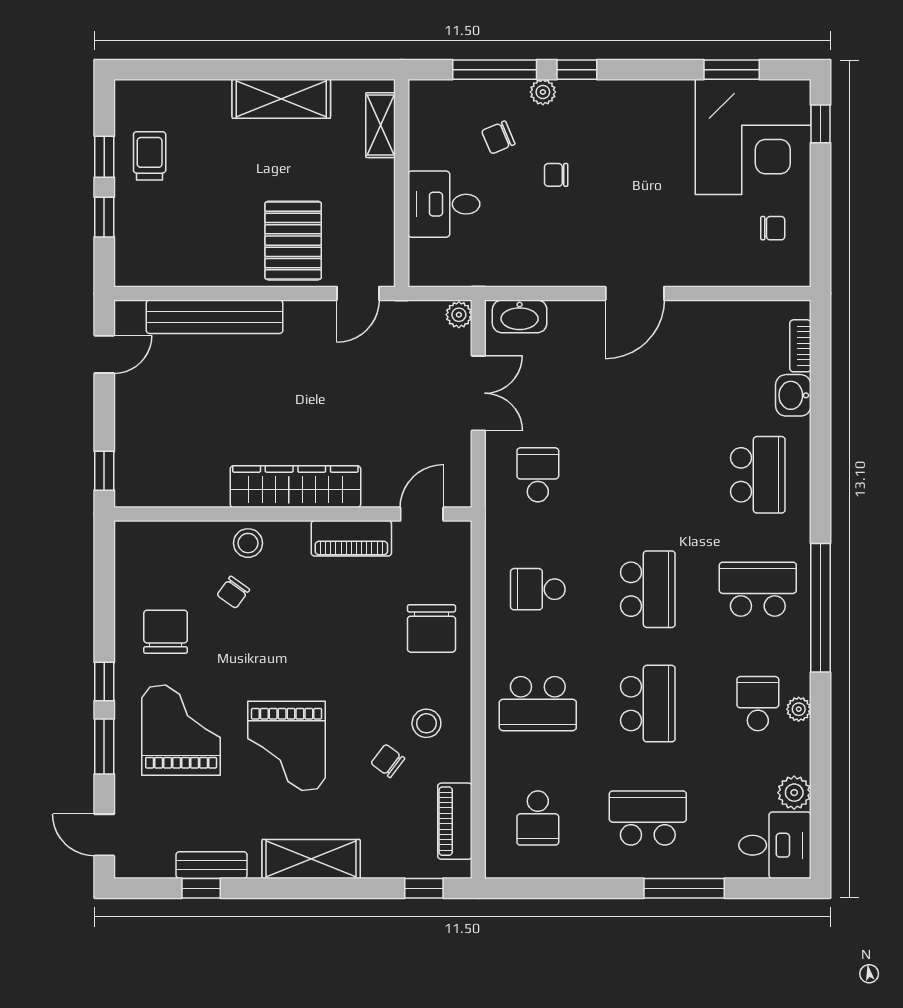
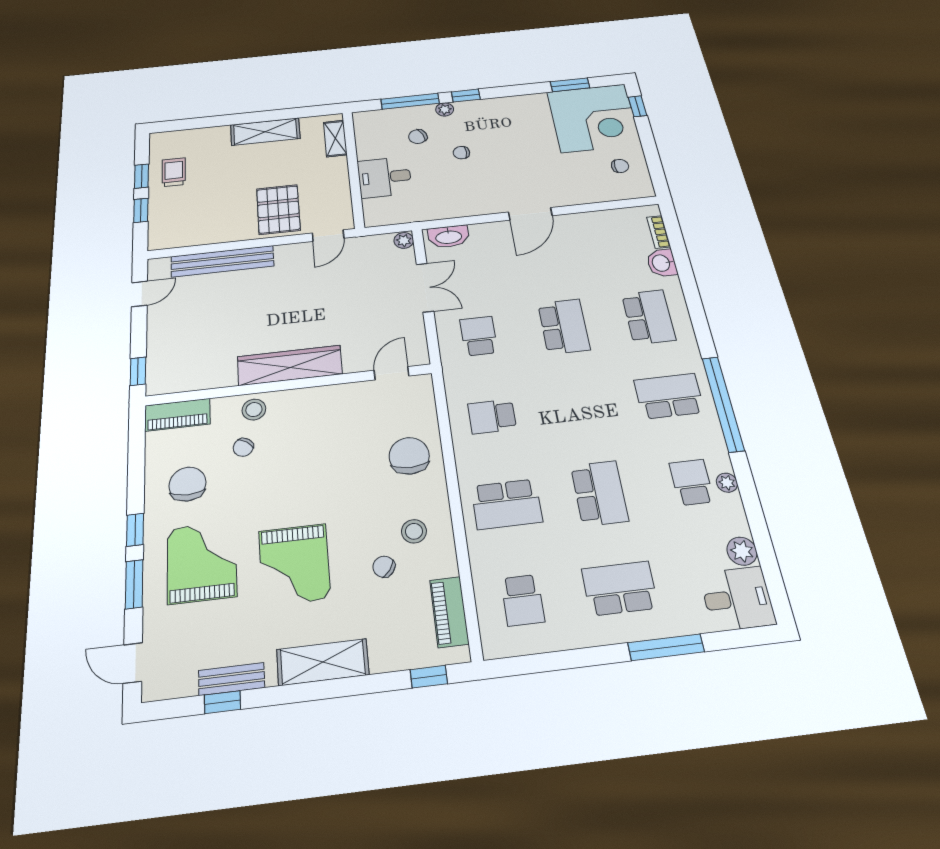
piano: (351, 538) -> (177, 415), moved
school desk: (648, 589) -> (564, 326), moved
chair: (431, 628) -> (409, 456), turned 180

